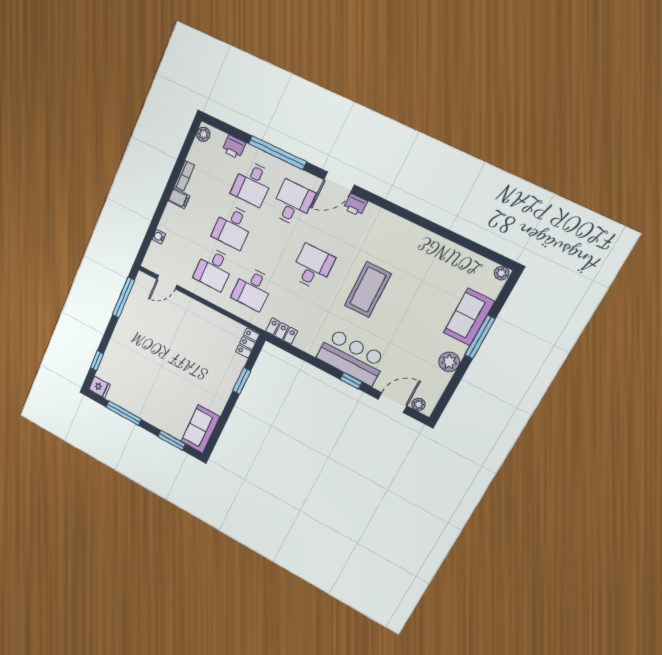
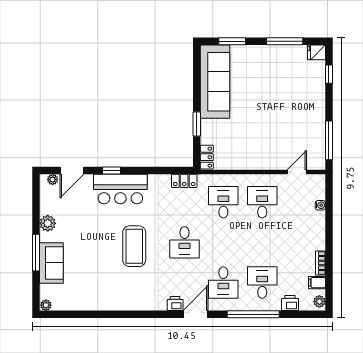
filing cabinet: (179, 198) -> (317, 283), moved
desk: (233, 227) -> (262, 242), removed
sofa: (200, 429) -> (215, 82), width x1.85, depth x1.27

